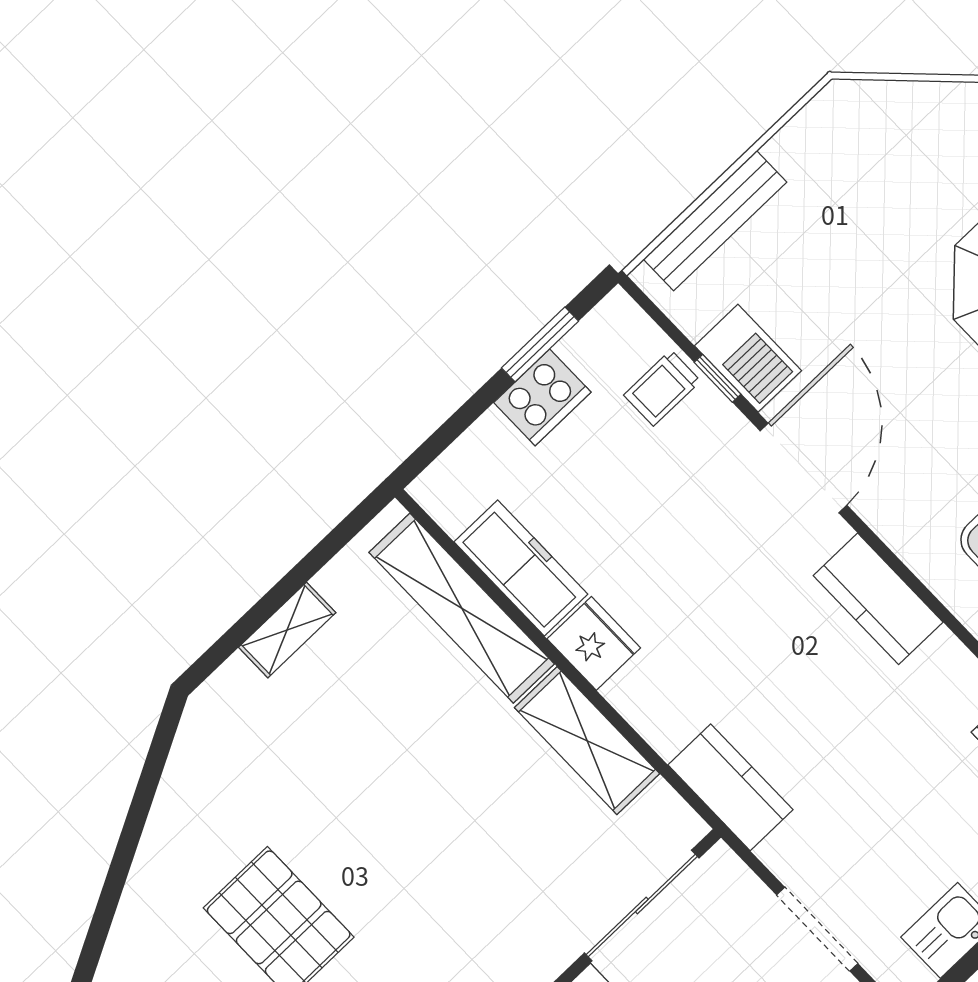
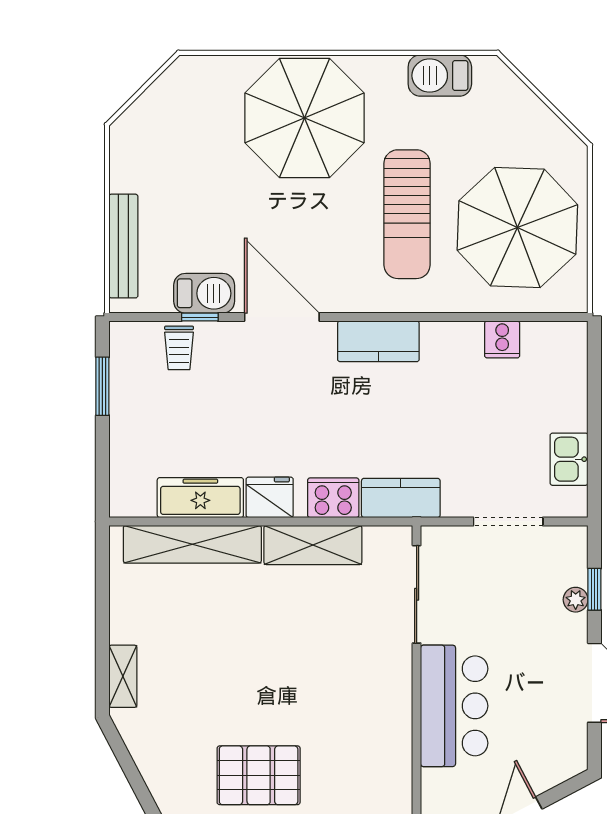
cooker: (542, 397) -> (333, 498), moved, turned -90
shelving: (287, 630) -> (123, 676), moved

